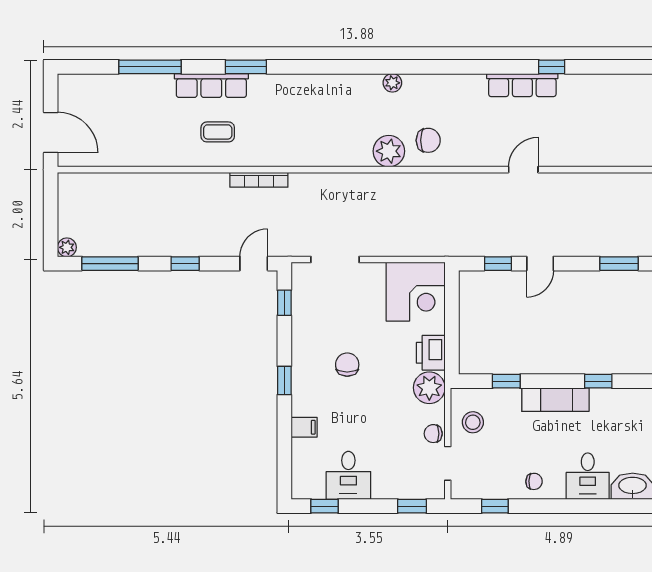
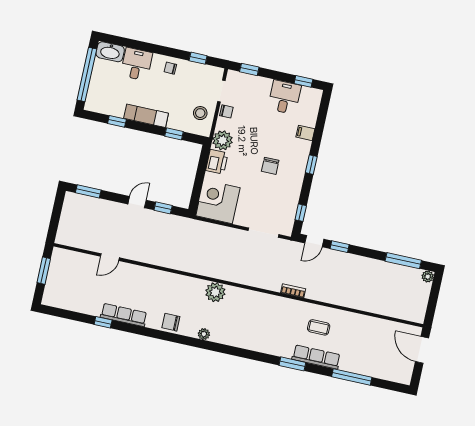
chair: (428, 140) -> (171, 322), moved
door: (523, 170) -> (110, 257), moved
bookcase: (259, 180) -> (293, 291), width x0.64
window: (185, 264) -> (340, 247), moved

